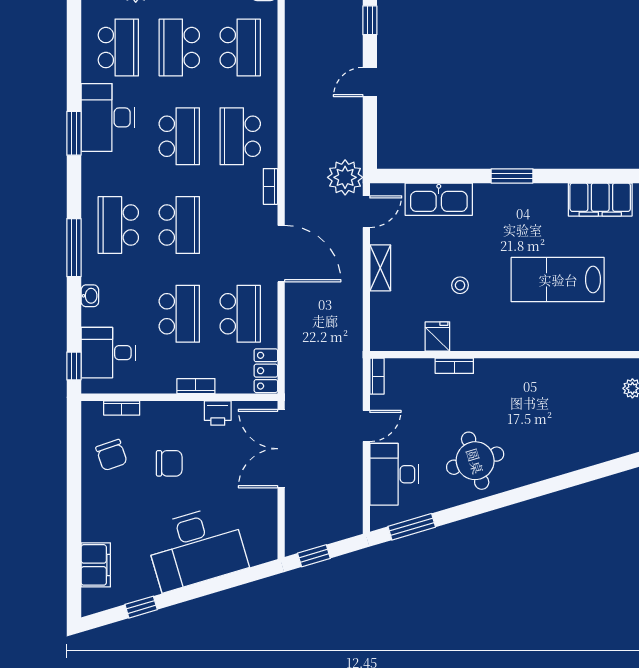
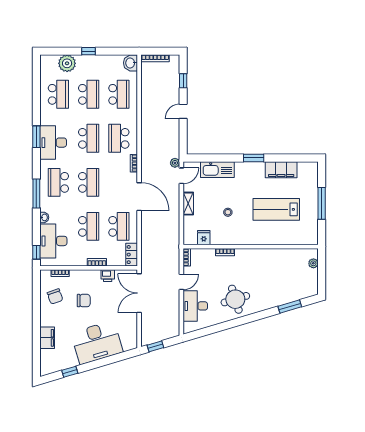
school desk: (179, 48) -> (89, 94), turned 180
desk: (108, 117) -> (53, 143), moved
plant: (345, 177) -> (175, 163), width x0.53, depth x0.53
filing cabinet: (600, 200) -> (281, 170), moved
fridge: (437, 336) -> (204, 238), moved
desk: (108, 353) -> (53, 241), width x1.37
window: (412, 527) -> (290, 306), moved
filing cabinet: (96, 565) -> (47, 338), moved

